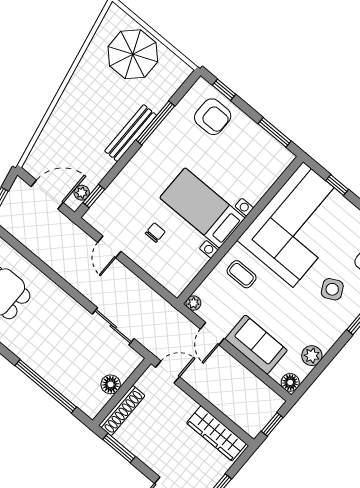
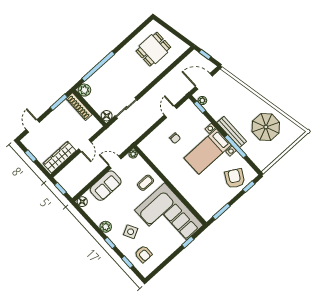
parasol: (133, 54) -> (266, 127), moved
armchair: (213, 117) -> (235, 178), turned 120
door: (47, 195) -> (204, 81), swing flipped
bed with nightstands: (202, 208) -> (208, 152), moved, turned 180
door: (109, 247) -> (170, 112), hinge flipped
plant: (312, 356) -> (106, 227), moved
door: (168, 372) -> (85, 146), moved
floor lamp: (111, 384) -> (107, 116), moved
plant: (91, 405) -> (84, 90), added

